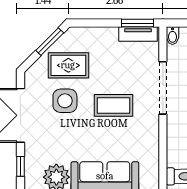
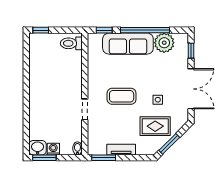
tv unit: (138, 34) -> (121, 150), moved
doorway: (163, 88) -> (85, 109), width x0.53
side table: (65, 101) -> (158, 100), width x0.54, depth x0.54

